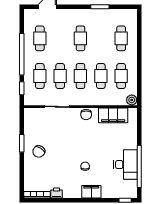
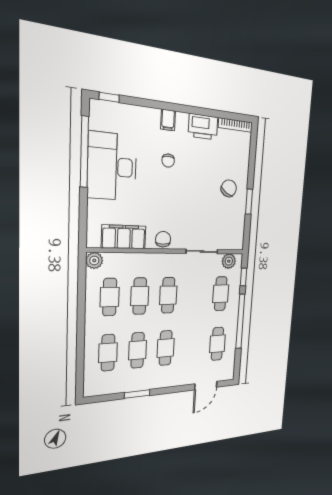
cafe table: (60, 76) -> (138, 350), moved
plant: (35, 100) -> (229, 261), added
desk: (126, 165) -> (112, 167), width x1.36, depth x1.30
filing cabinet: (91, 192) -> (168, 120), width x0.50
printer: (56, 193) -> (203, 127), width x1.87, depth x1.48

